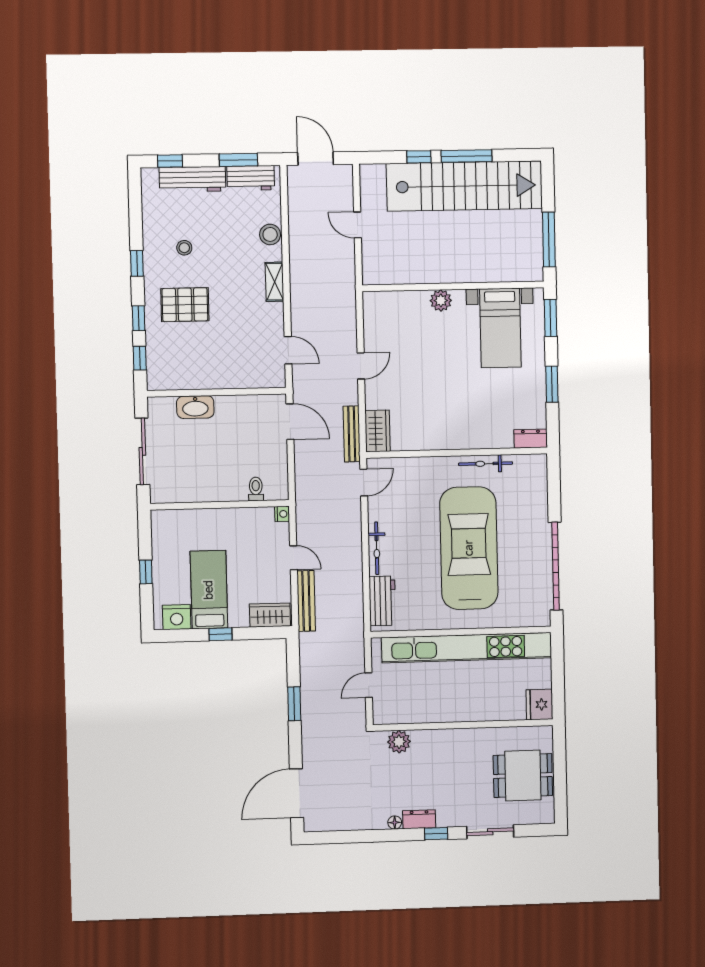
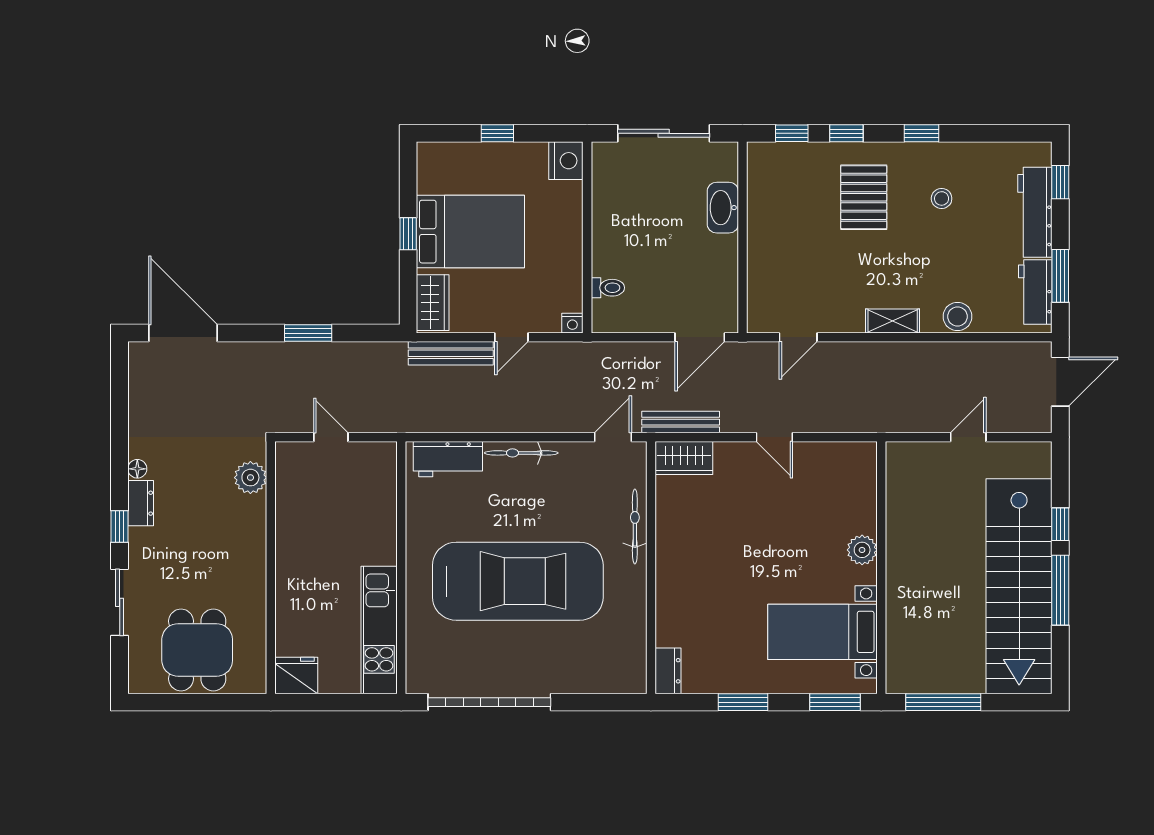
bicycle: (486, 464) -> (635, 526), moved
door: (364, 482) -> (613, 437), swing flipped
bed: (209, 590) -> (470, 232), width x1.50
nightstand: (177, 617) -> (566, 161), moved, turned 180
kitchen unit: (467, 648) -> (379, 630), width x0.54

